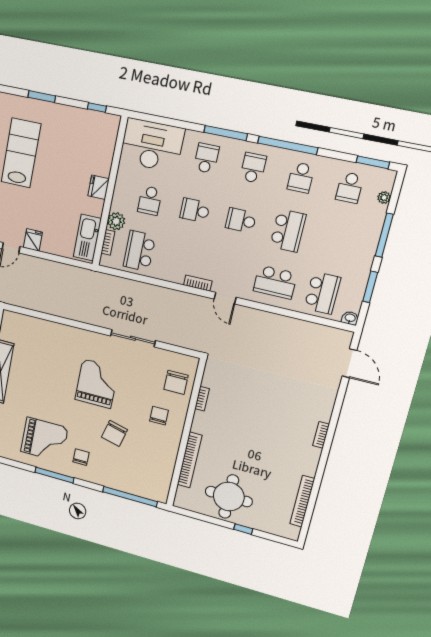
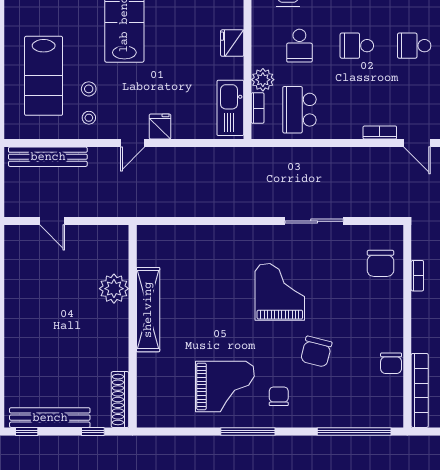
chair: (159, 416) -> (391, 363), moved, turned 180
bookcase: (190, 460) -> (420, 390), moved

